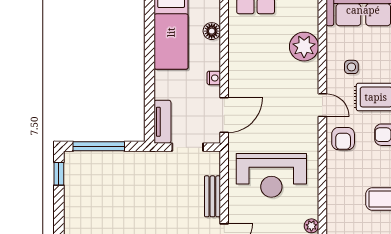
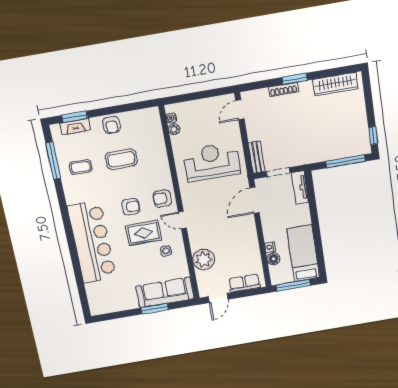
nightstand: (214, 78) -> (270, 247), moved
armchair: (343, 139) -> (162, 198), turned -90
bench: (212, 196) -> (257, 157), moved

